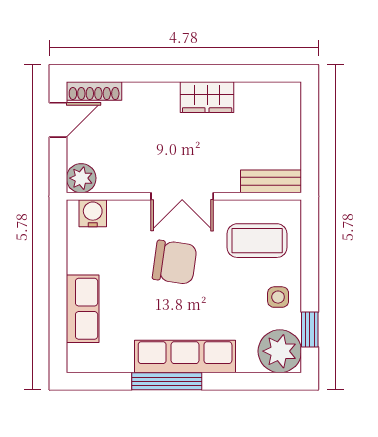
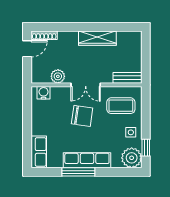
wardrobe: (207, 97) -> (97, 38), width x1.50
plant: (81, 178) -> (58, 76), moved
row of seats: (83, 309) -> (39, 152), moved

